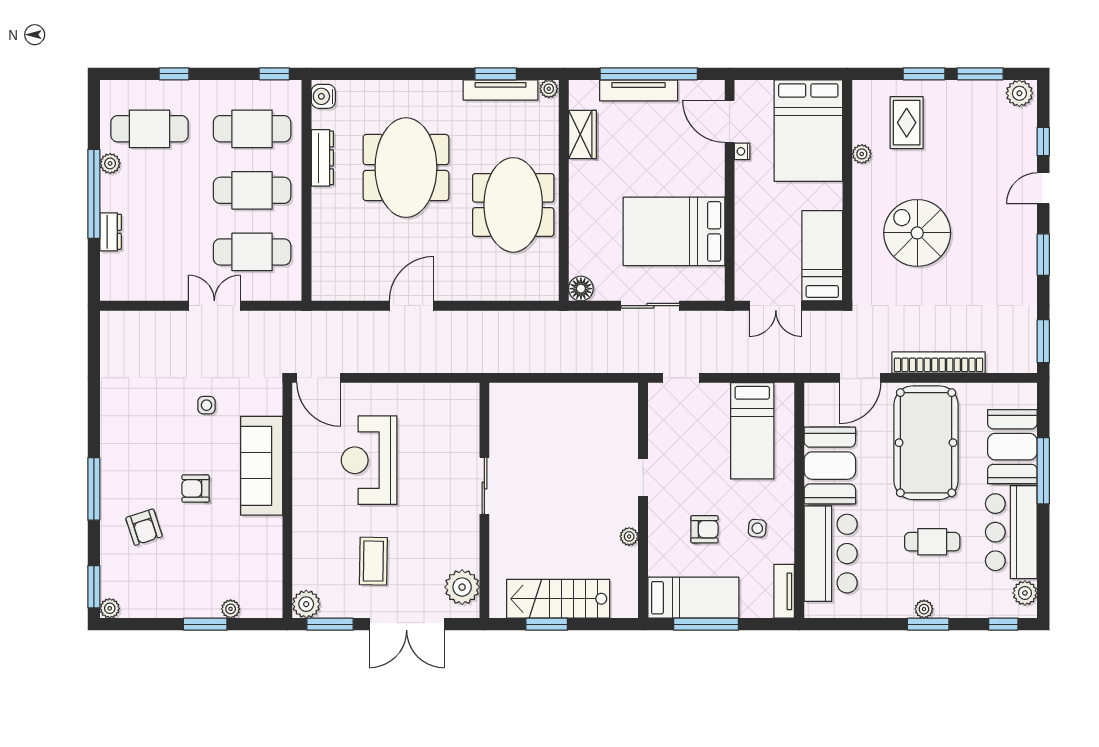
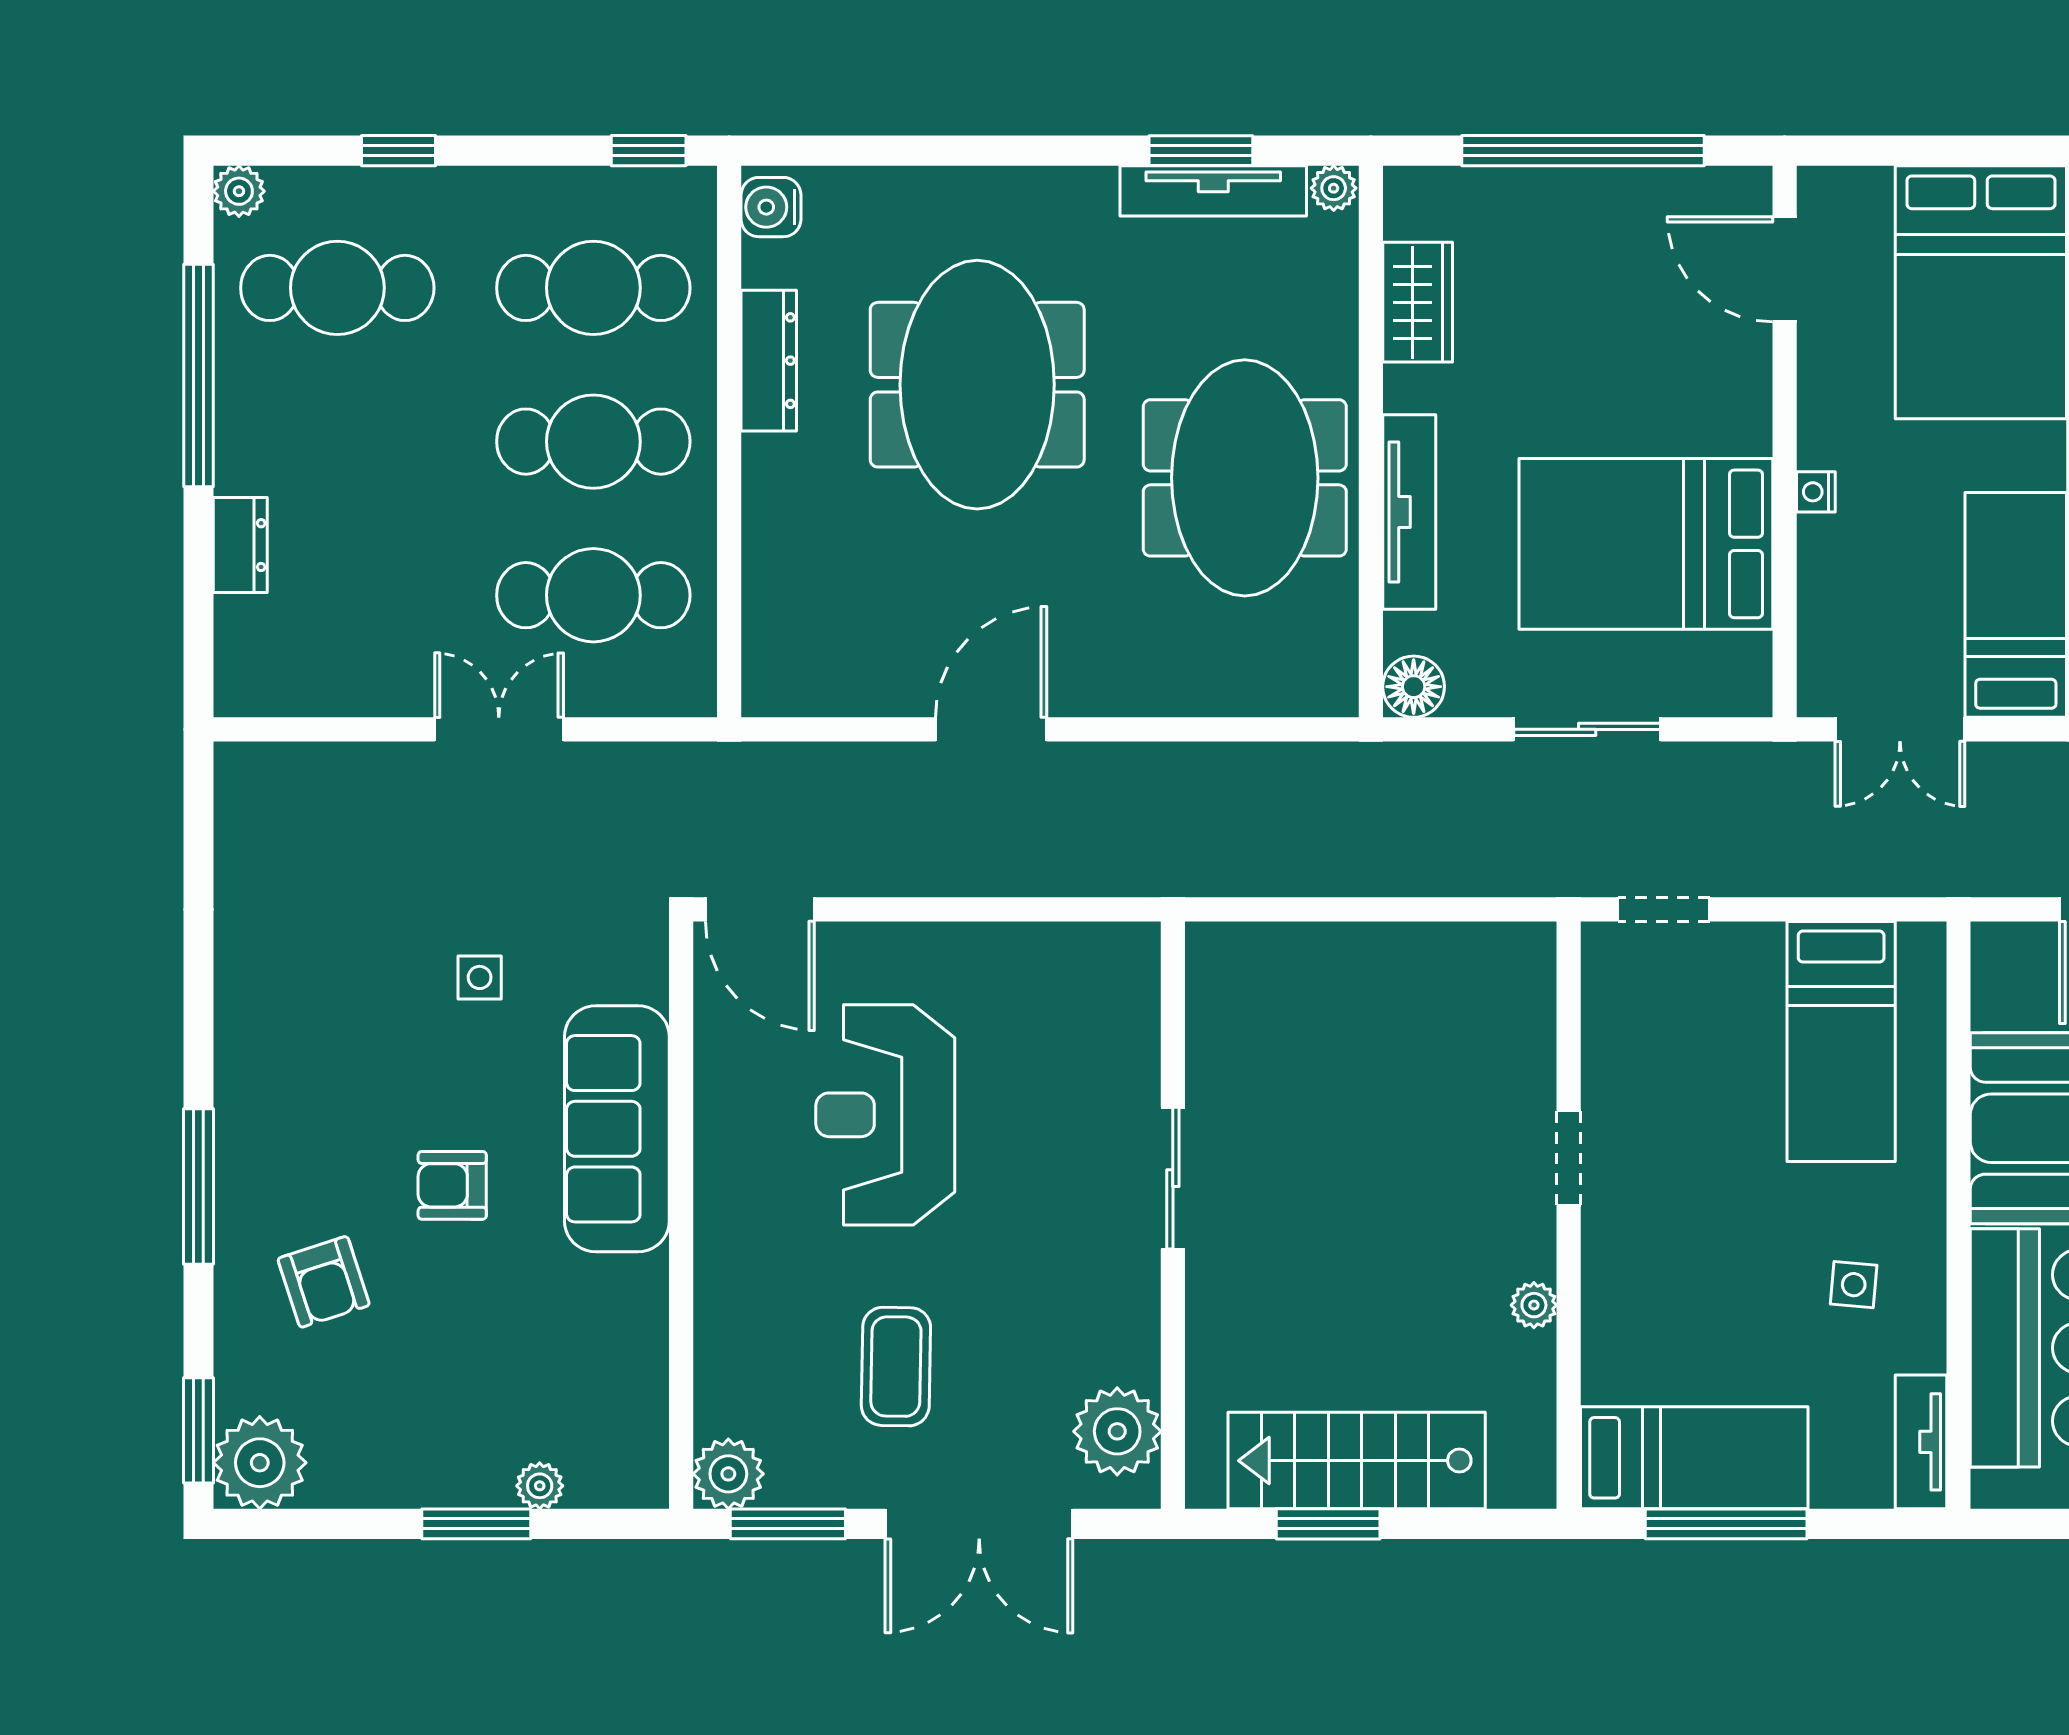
tv unit: (639, 90) -> (1409, 512), moved, turned -90
nightstand: (742, 151) -> (1816, 492), moved
plant: (110, 163) -> (239, 191), moved
window: (94, 194) -> (199, 375), moved
armchair: (704, 529) -> (1722, 1287), removed
plant: (110, 608) -> (260, 1463), width x1.87, depth x1.87

